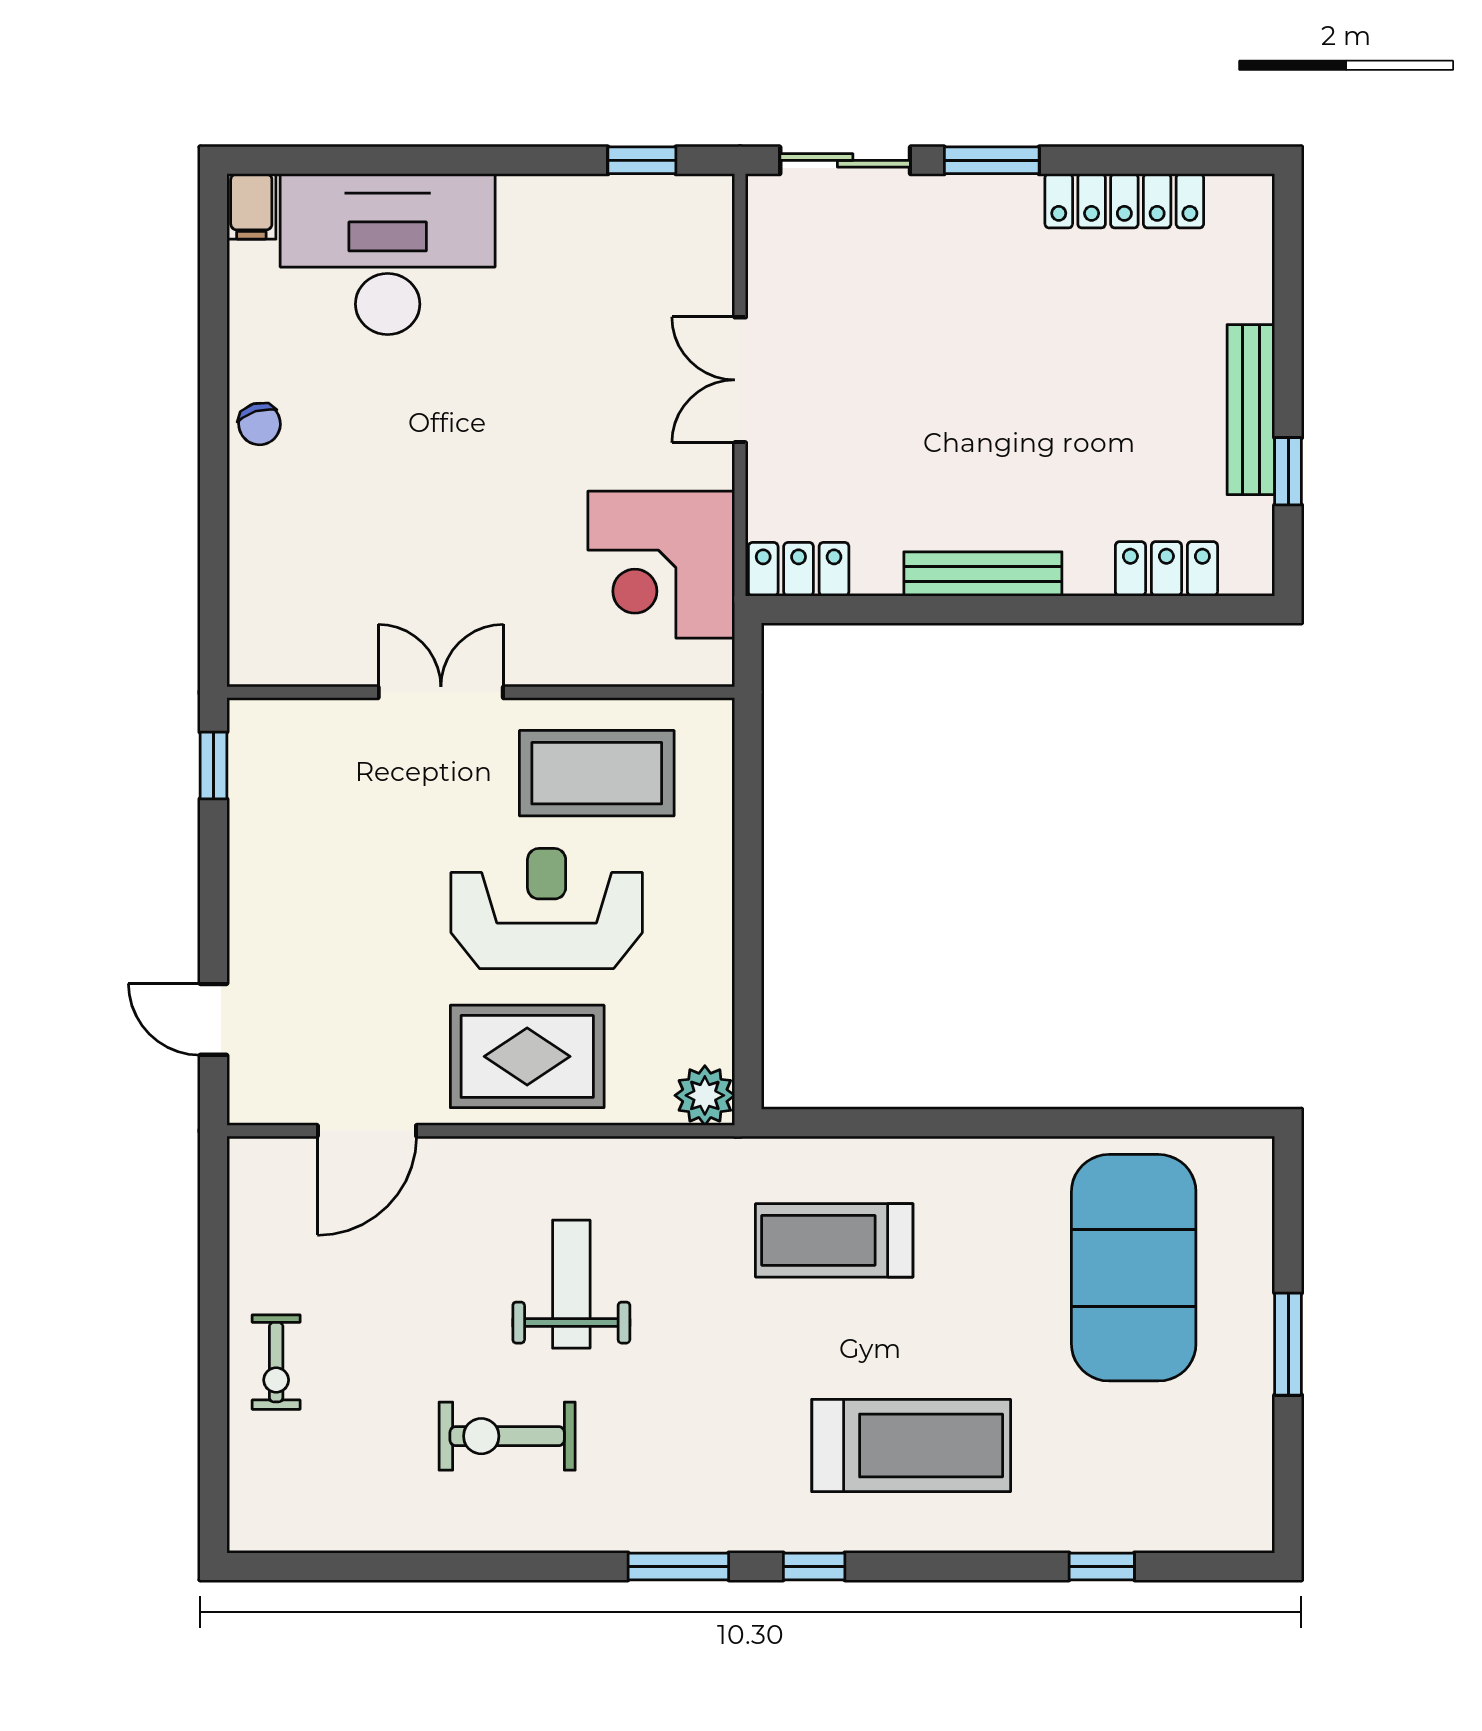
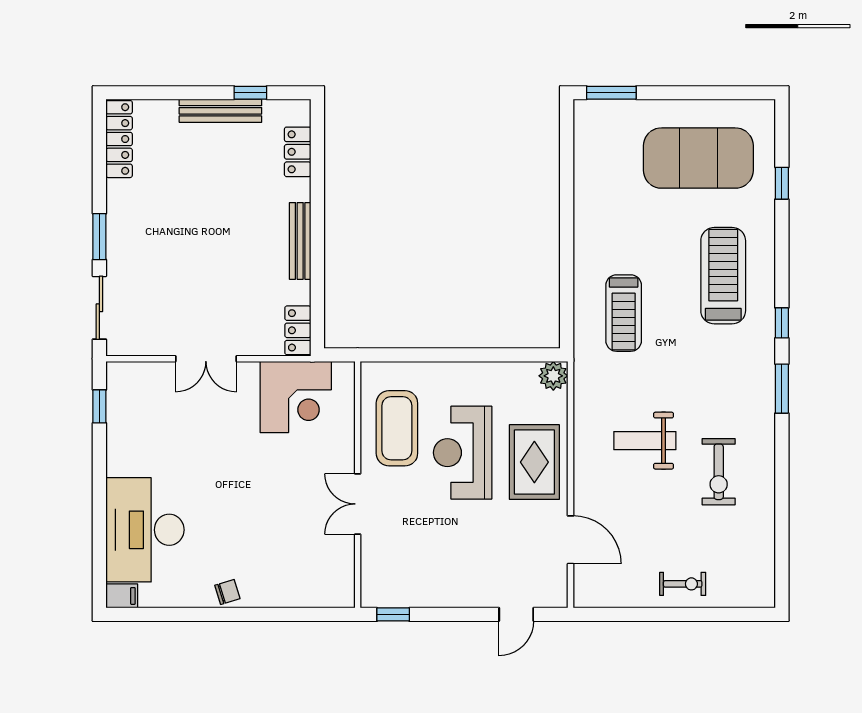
locker: (1124, 201) -> (119, 139), moved
exercise mat: (1134, 1268) -> (698, 158), moved
window: (1288, 1344) -> (611, 93), moved

